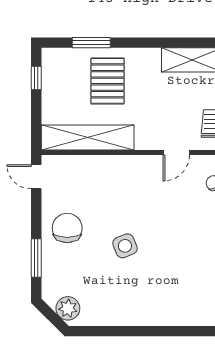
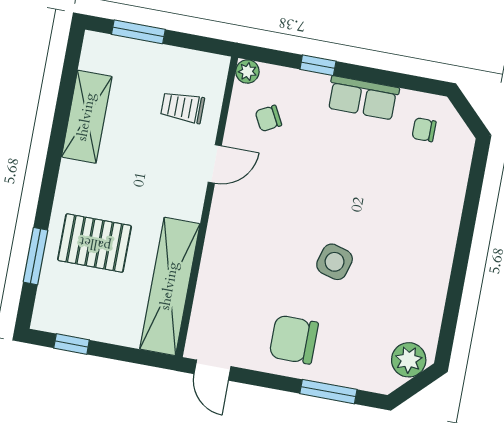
door: (176, 152) -> (215, 164), hinge flipped
door: (36, 177) -> (213, 370), hinge flipped
side table: (125, 246) -> (335, 262), turned 38

